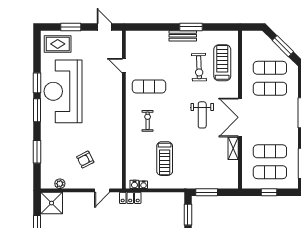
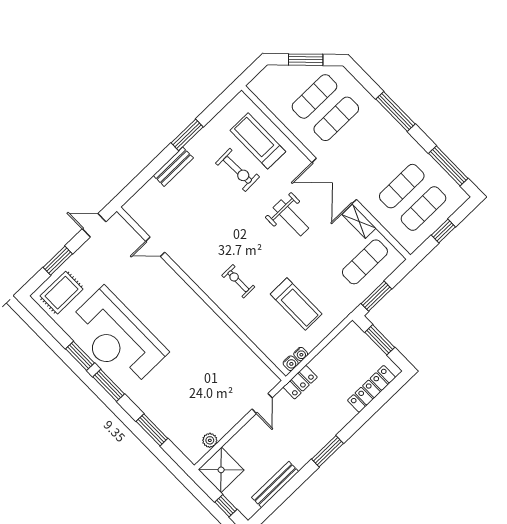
bench: (183, 36) -> (173, 167), moved
exercise mat: (149, 86) -> (365, 262), moved
armchair: (85, 160) -> (212, 388), removed

